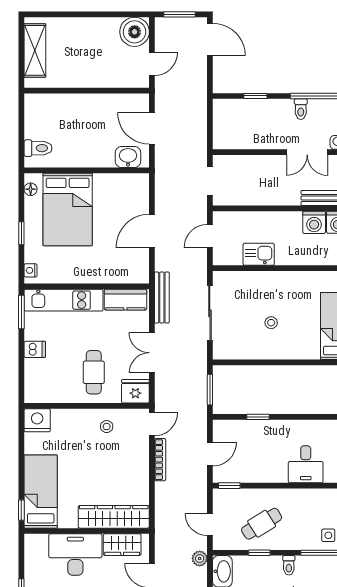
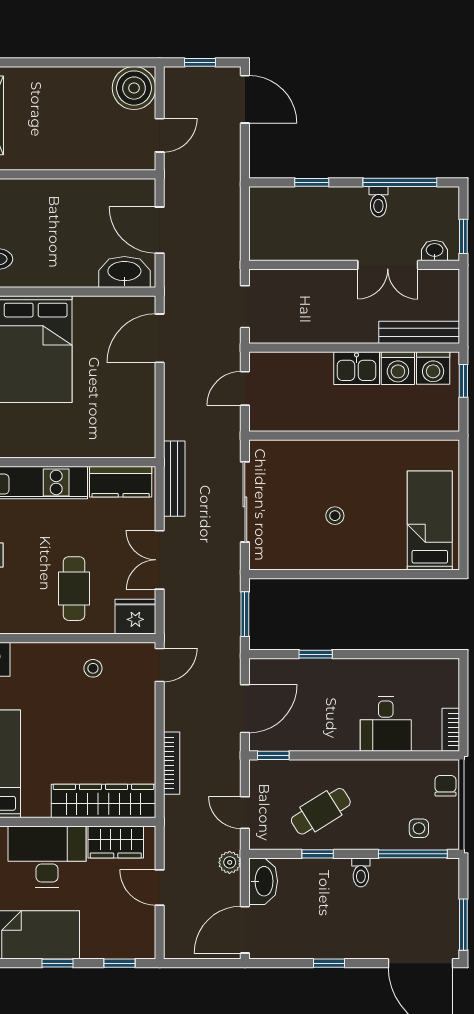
window: (179, 14) -> (200, 62), width x0.67
washbasin: (128, 157) -> (124, 272), width x1.38
door: (152, 231) -> (160, 338), moved
kitchen sink: (259, 254) -> (357, 368), moved, turned 180
door: (210, 454) -> (245, 709), width x1.38
bookcase: (160, 460) -> (172, 763), moved

